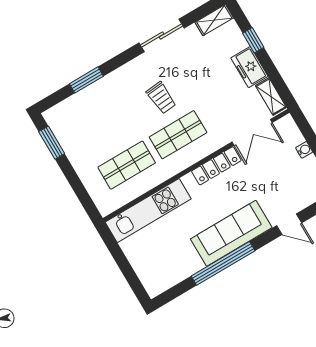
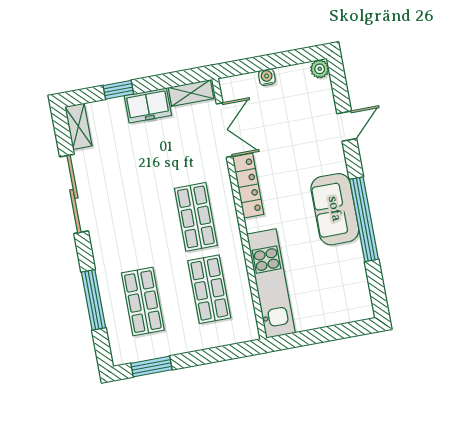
sliding door: (162, 35) -> (74, 194), width x1.37
window: (86, 80) -> (94, 300), width x1.44
trolley: (161, 98) -> (146, 221), removed
shop shelf: (99, 118) -> (143, 302), added
sofa: (231, 233) -> (335, 209), width x0.73

